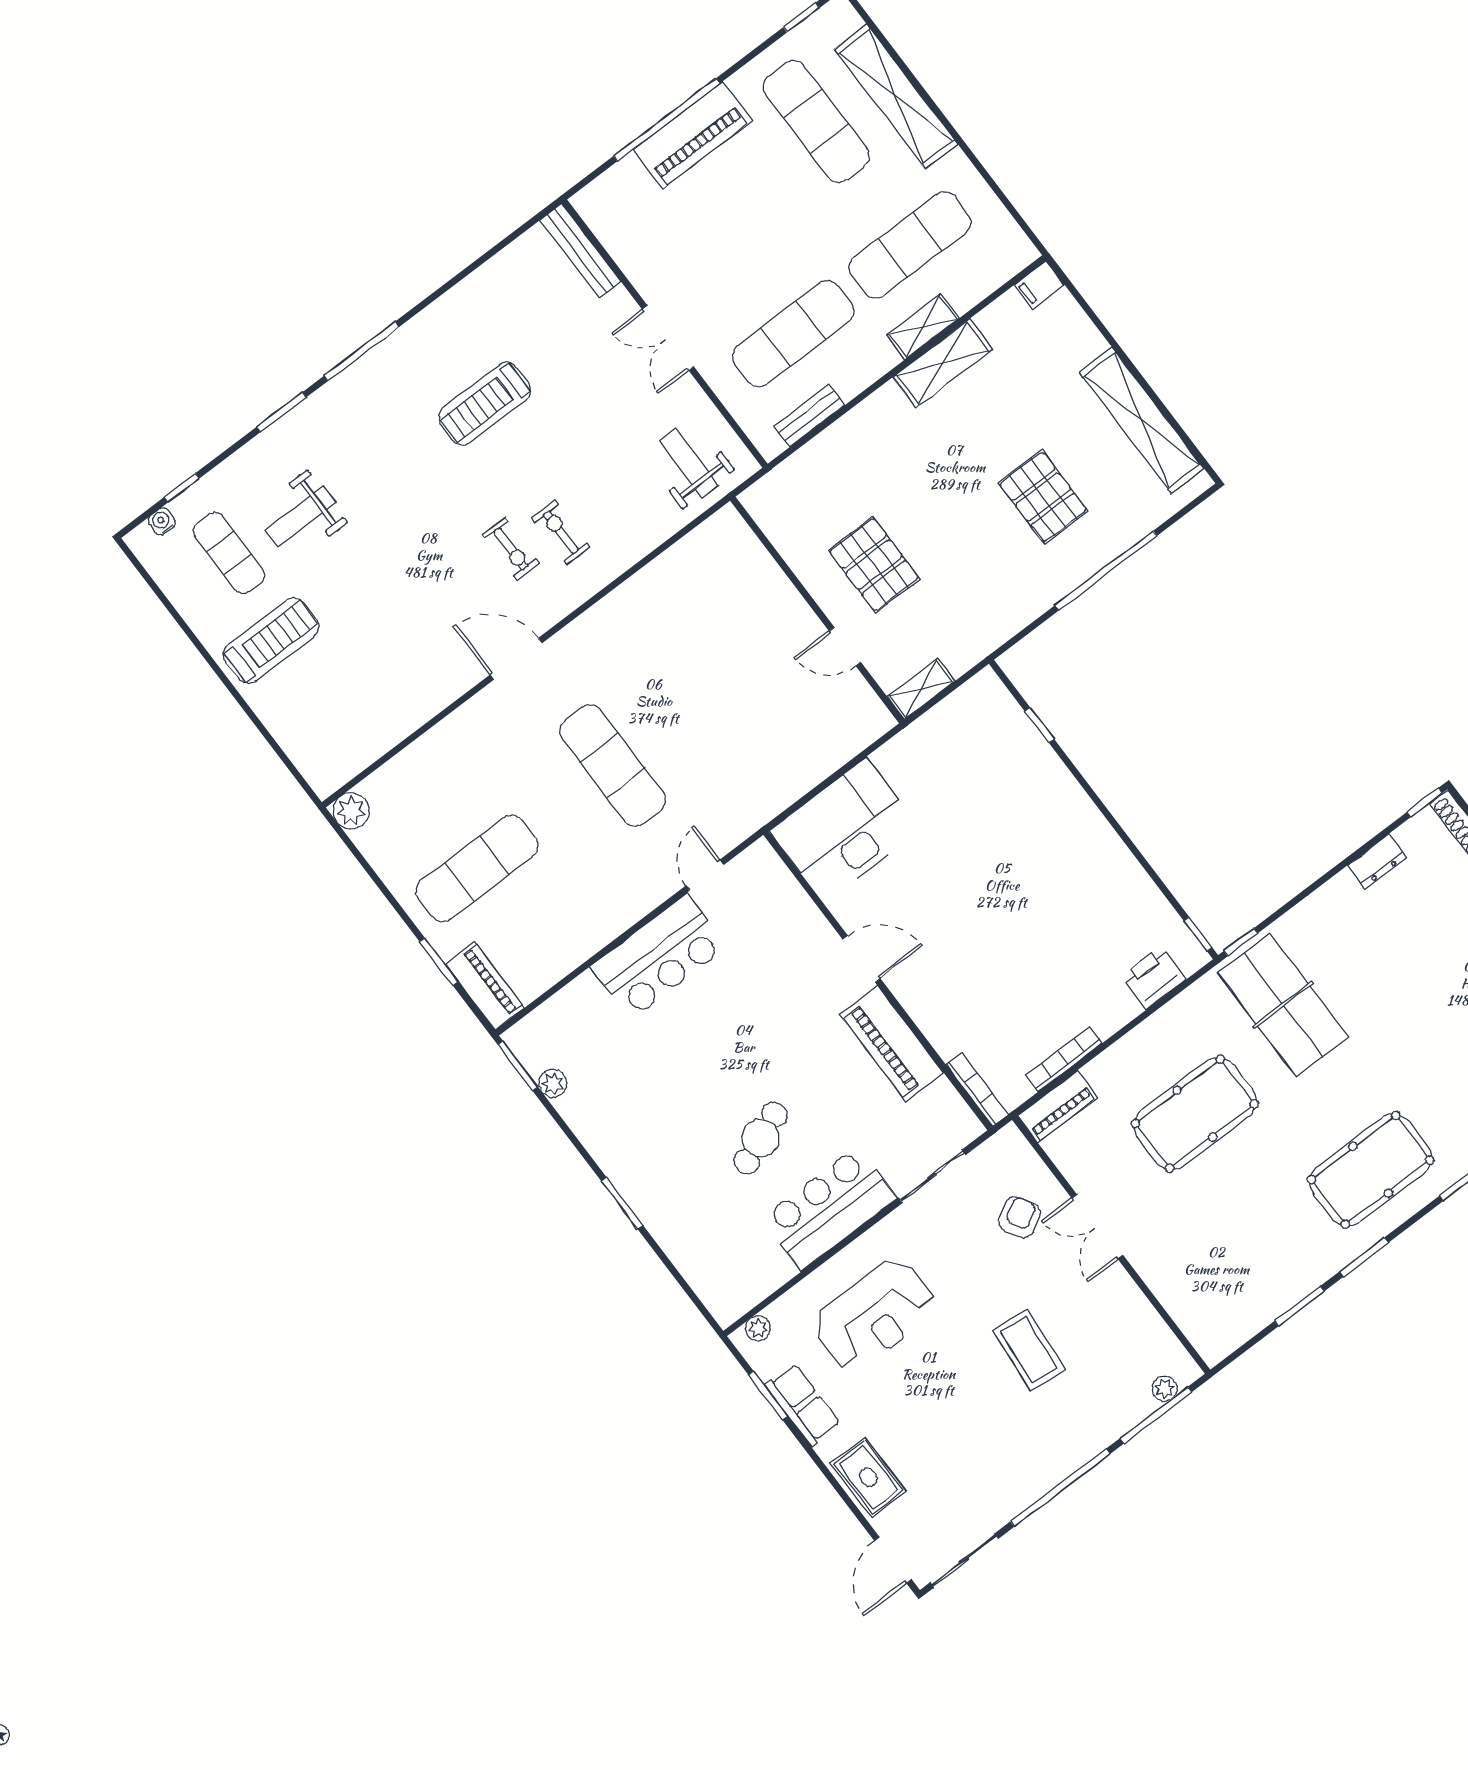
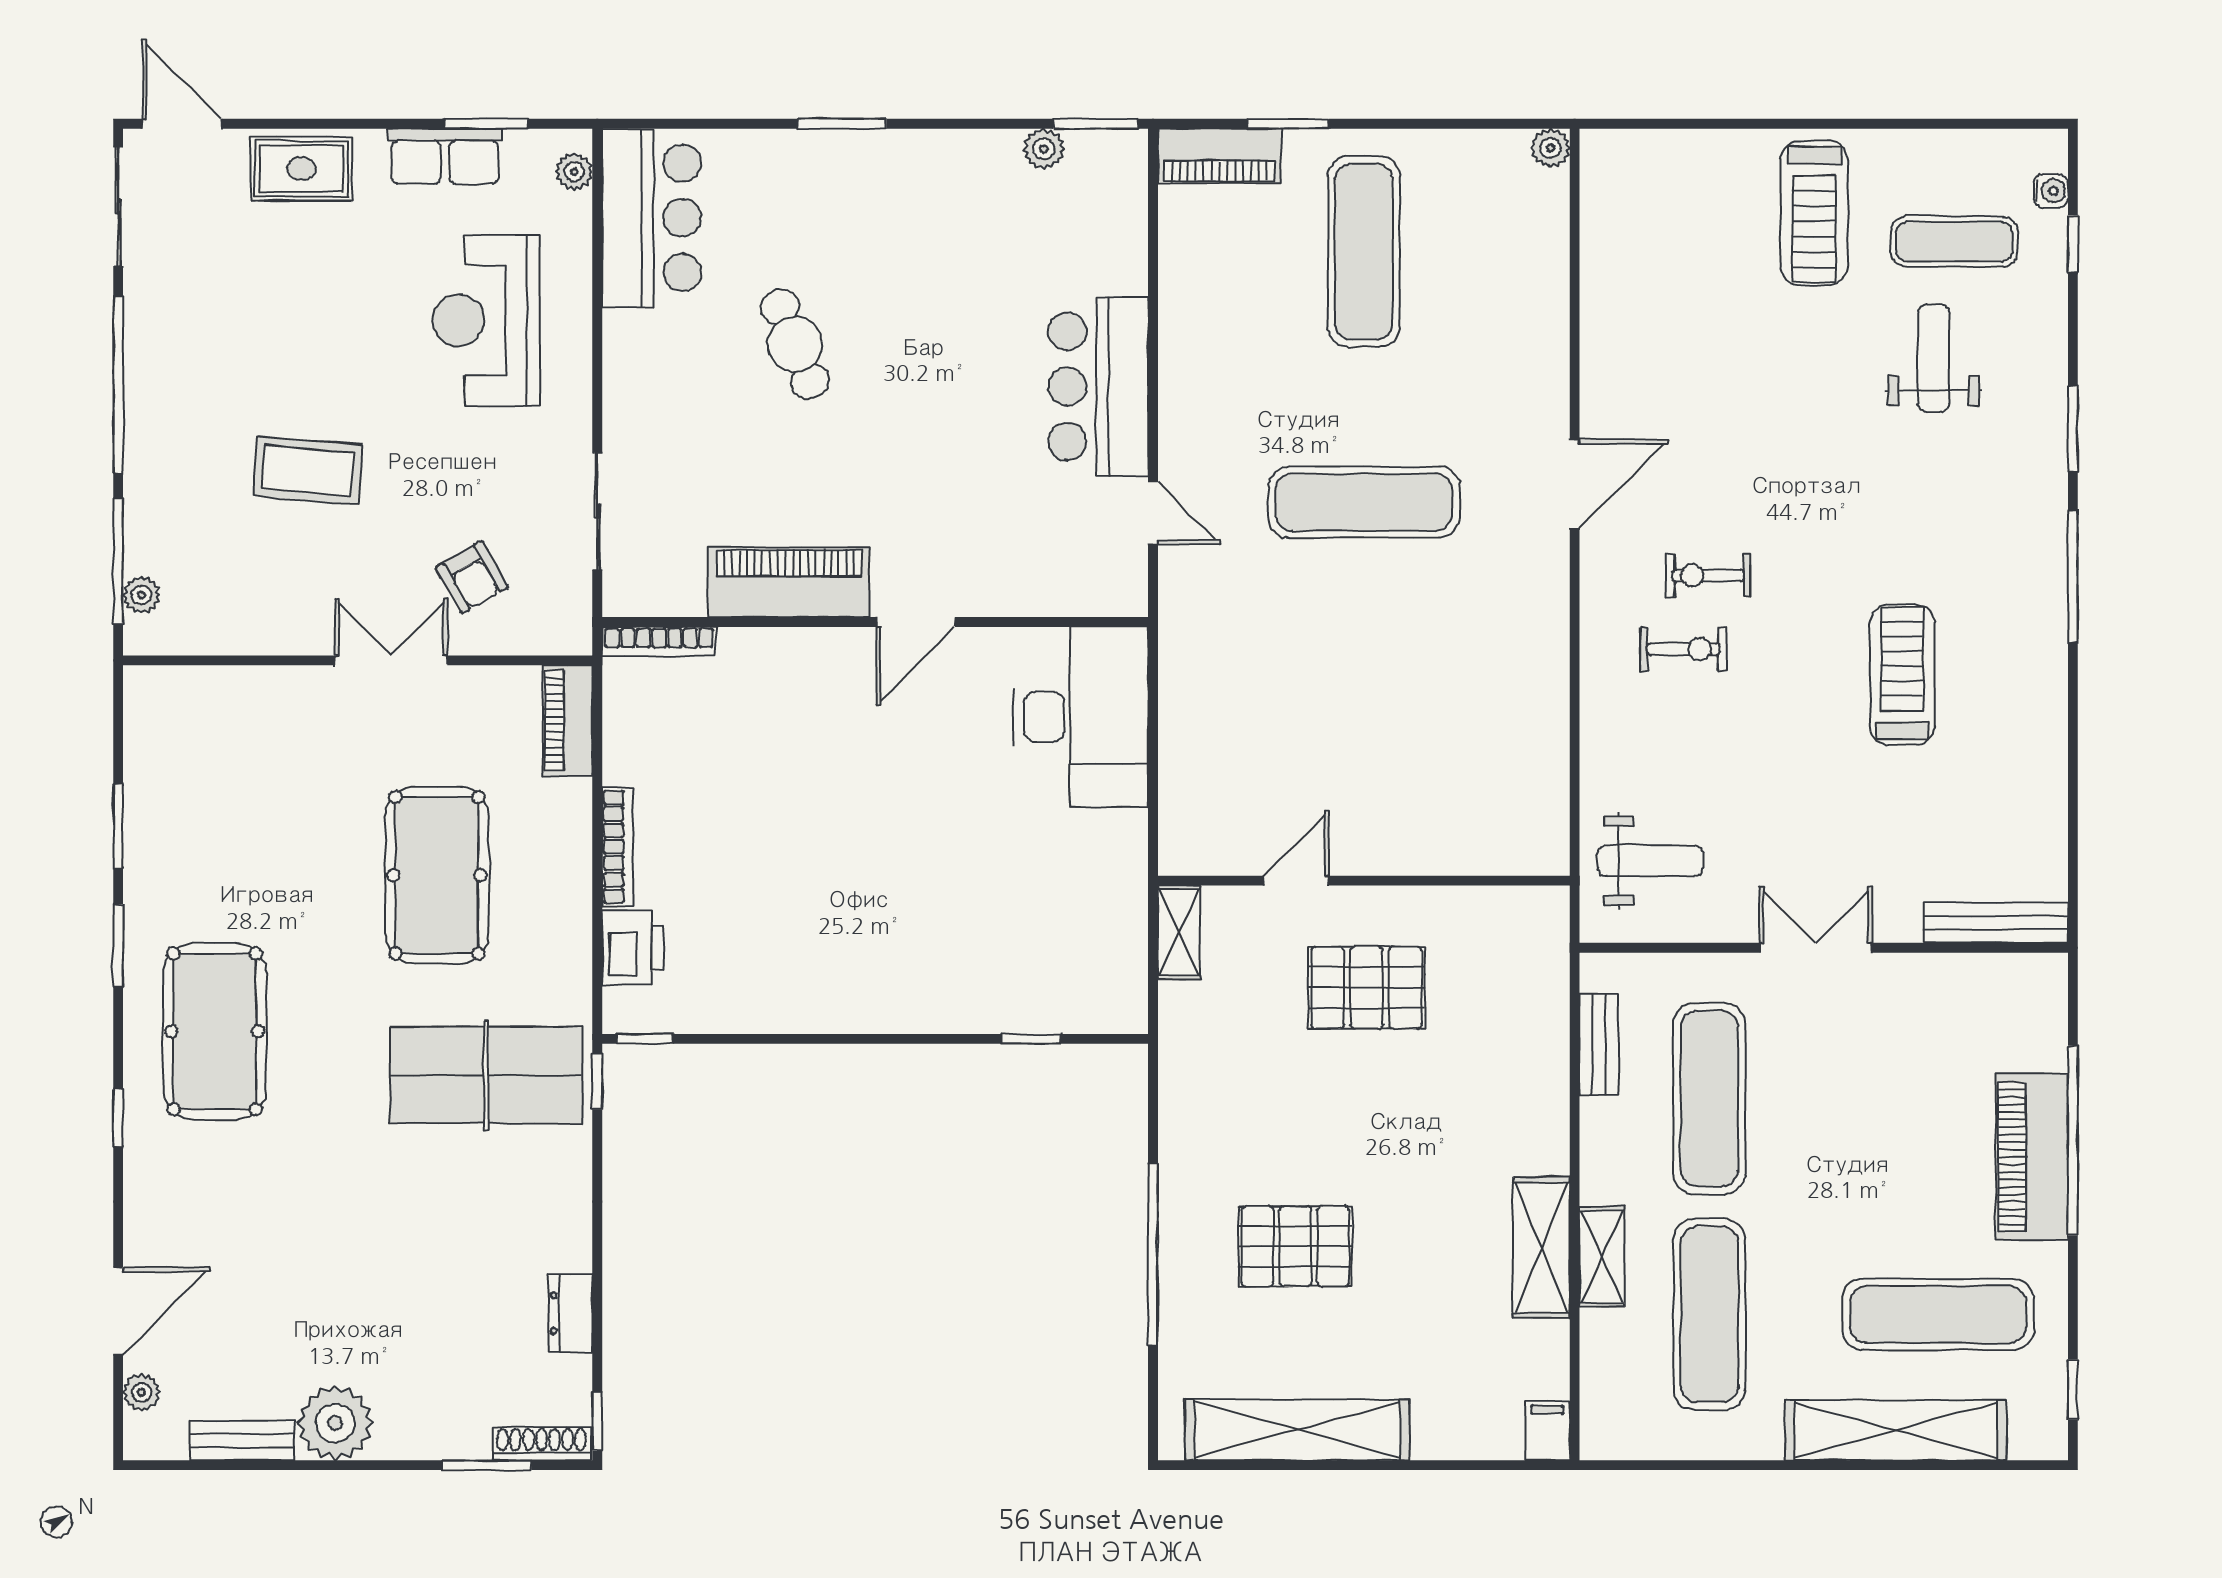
plant: (351, 811) -> (1550, 148), width x0.73, depth x0.73
bookcase: (1064, 1059) -> (617, 847), moved
bar counter: (829, 1208) -> (652, 218), moved

